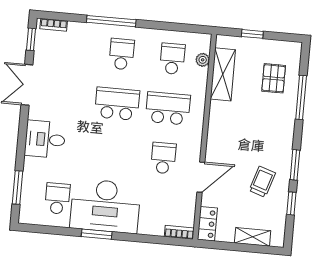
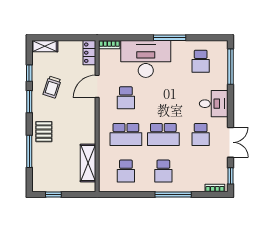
window: (252, 34) -> (53, 195), moved
plant: (203, 60) -> (104, 172), removed
pallet: (274, 78) -> (44, 132), moved
school desk: (66, 99) -> (201, 134), added
window: (18, 188) -> (231, 67), width x1.44
desk: (105, 206) -> (146, 59), moved
window: (97, 234) -> (170, 38), width x1.44
shelving: (253, 237) -> (45, 46), moved

